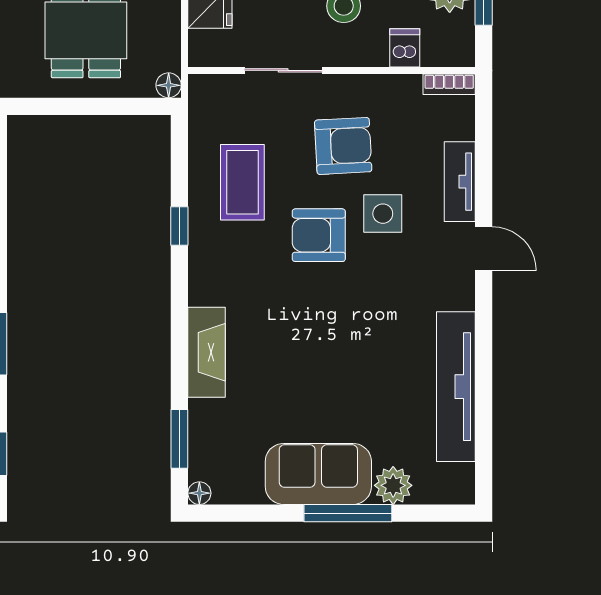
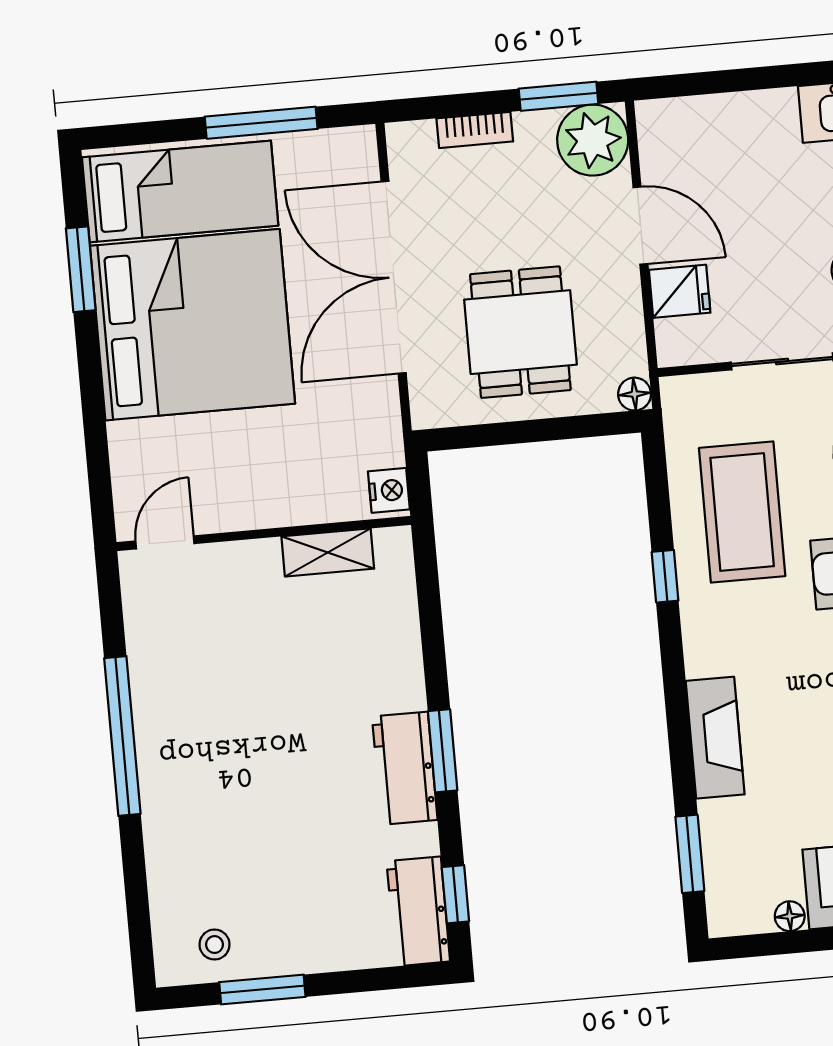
coffee table: (242, 182) -> (742, 512), width x1.36, depth x1.32
floor lamp: (199, 493) -> (790, 916), moved

